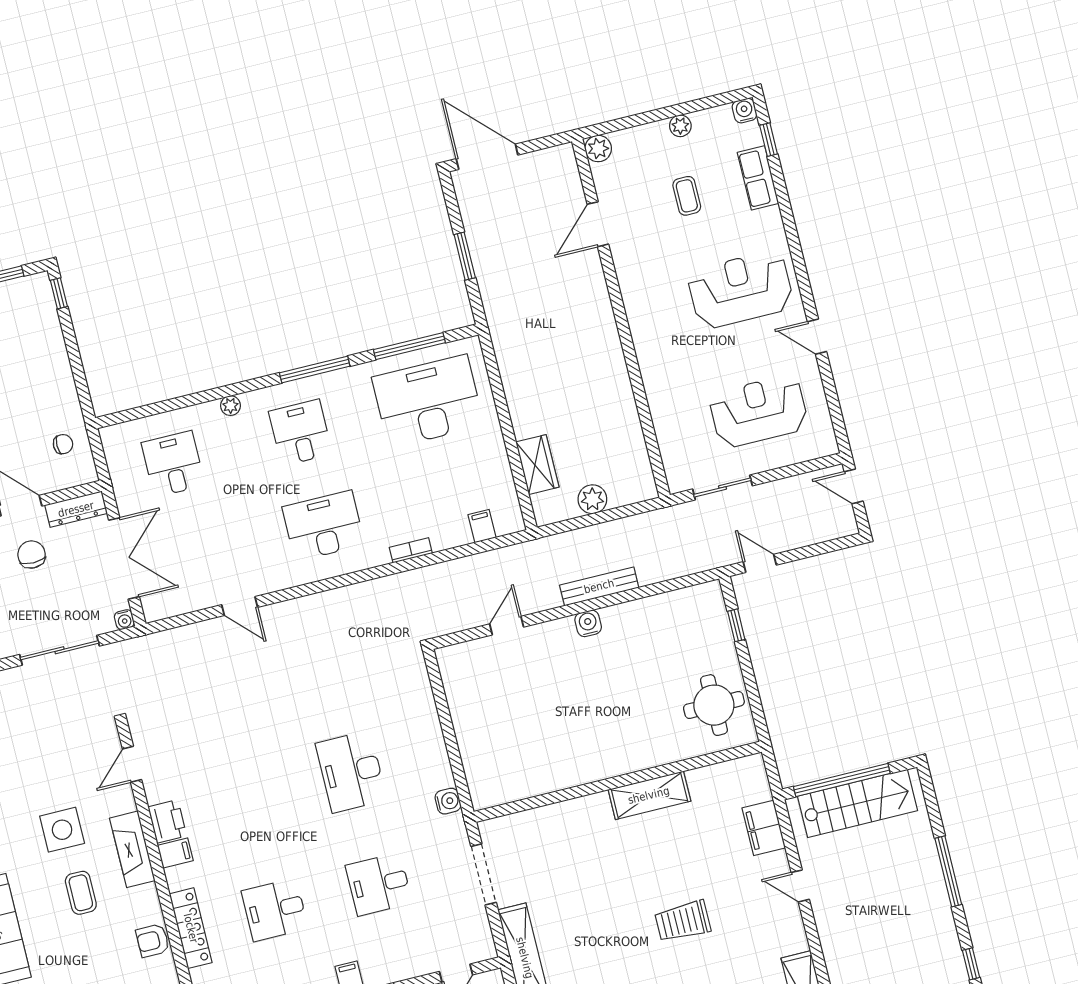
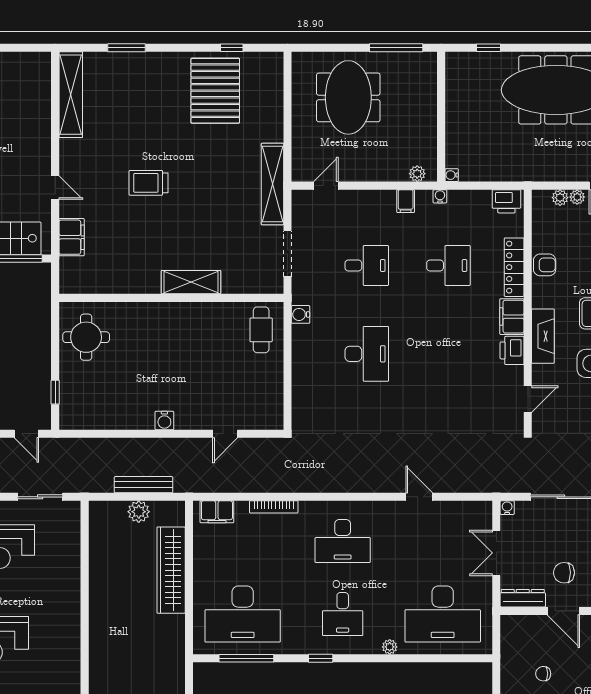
window: (315, 369) -> (321, 658), width x0.46
chair: (63, 444) -> (543, 674), moved
desk: (173, 464) -> (443, 614), width x1.87, depth x1.30
wardrobe: (537, 465) -> (171, 570), width x2.10, depth x1.17
filing cabinet: (482, 526) -> (217, 512), width x2.00
bookcase: (411, 550) -> (274, 507), width x1.56
chair: (31, 555) -> (564, 573), turned 90
double door: (124, 558) -> (496, 553), width x0.73
bench: (599, 586) -> (143, 485), moved
cafe table: (493, 769) -> (261, 330), added
shelving: (649, 795) -> (191, 282), moved
filing cabinet: (175, 853) -> (512, 317), width x2.00
trolley: (683, 921) -> (149, 183), turned 180

